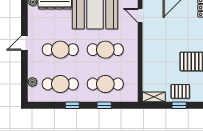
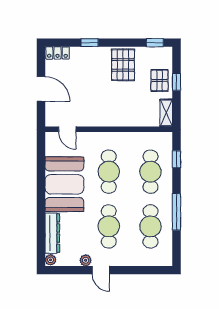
door: (140, 16) -> (67, 129), hinge flipped
plant: (32, 82) -> (86, 260), moved
window: (72, 105) -> (176, 212), width x2.17
window: (104, 105) -> (176, 159), moved

